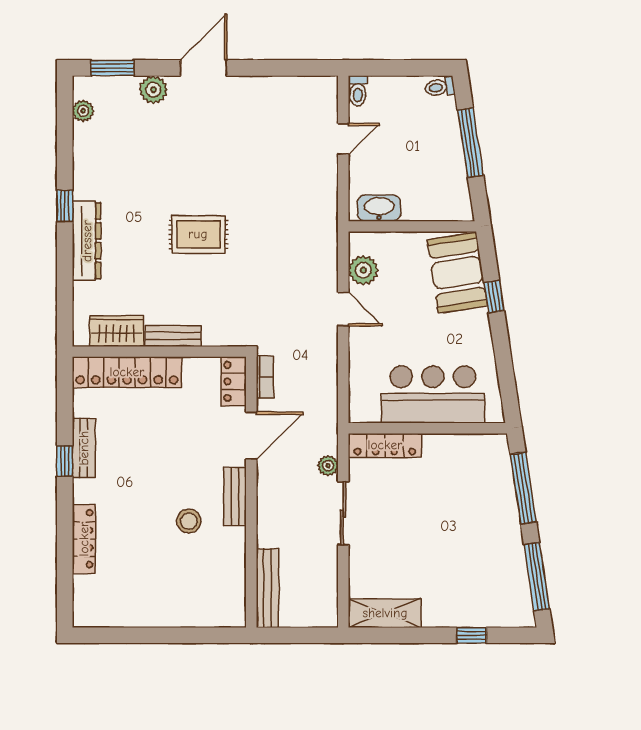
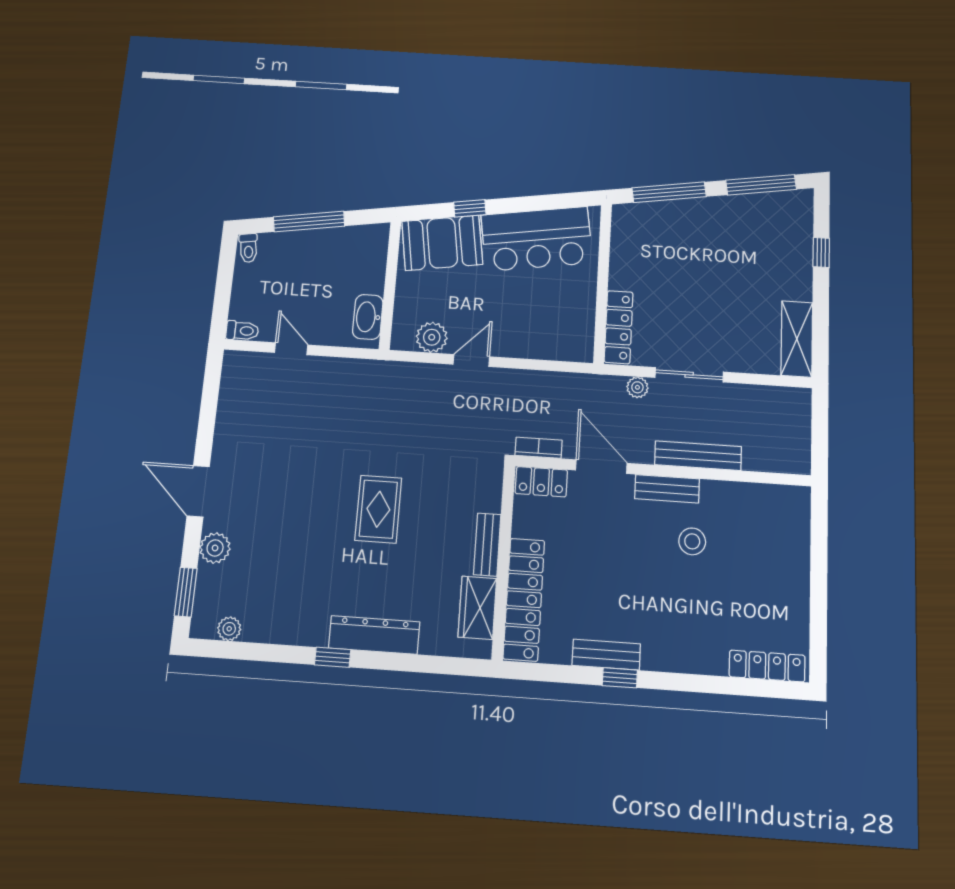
bar counter: (433, 394) -> (537, 239), moved, turned -99
locker: (84, 539) -> (767, 666), moved
bench: (267, 588) -> (698, 456), moved

